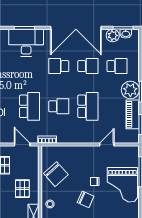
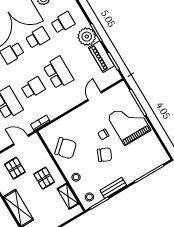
grand piano: (122, 185) -> (129, 123), turned 180

